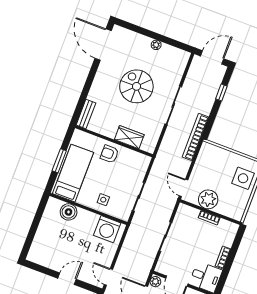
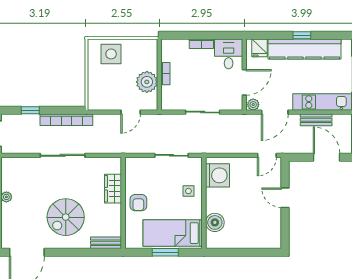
spiral stairs: (136, 86) -> (66, 217), moved
bookcase: (195, 137) -> (66, 120), moved
door: (184, 188) -> (131, 112), moved

